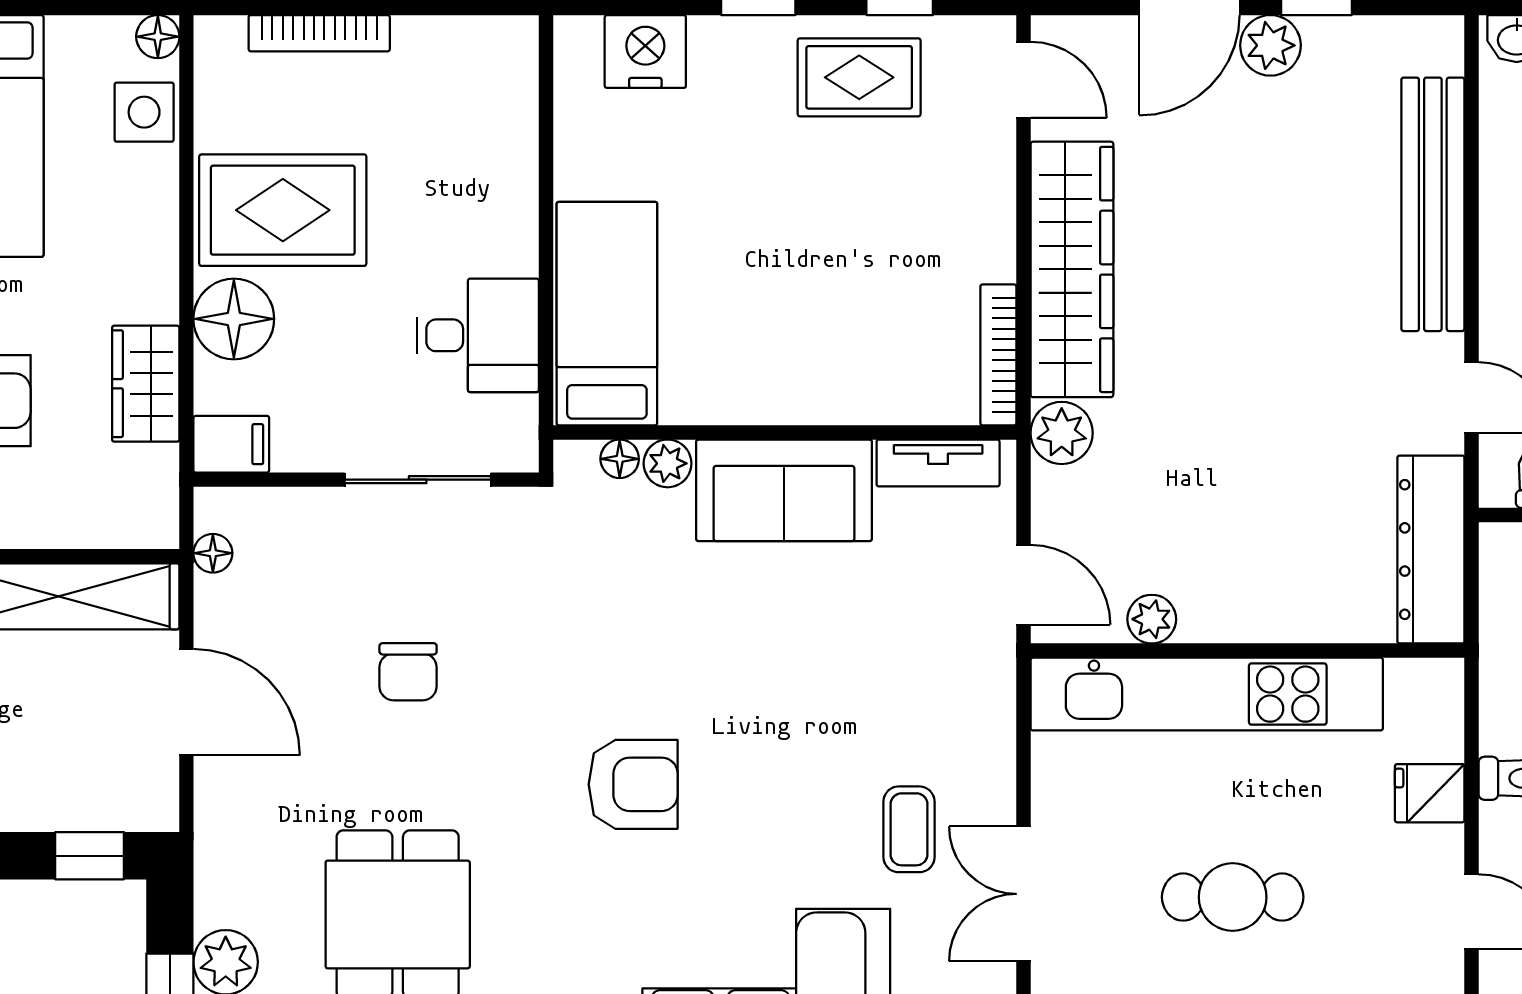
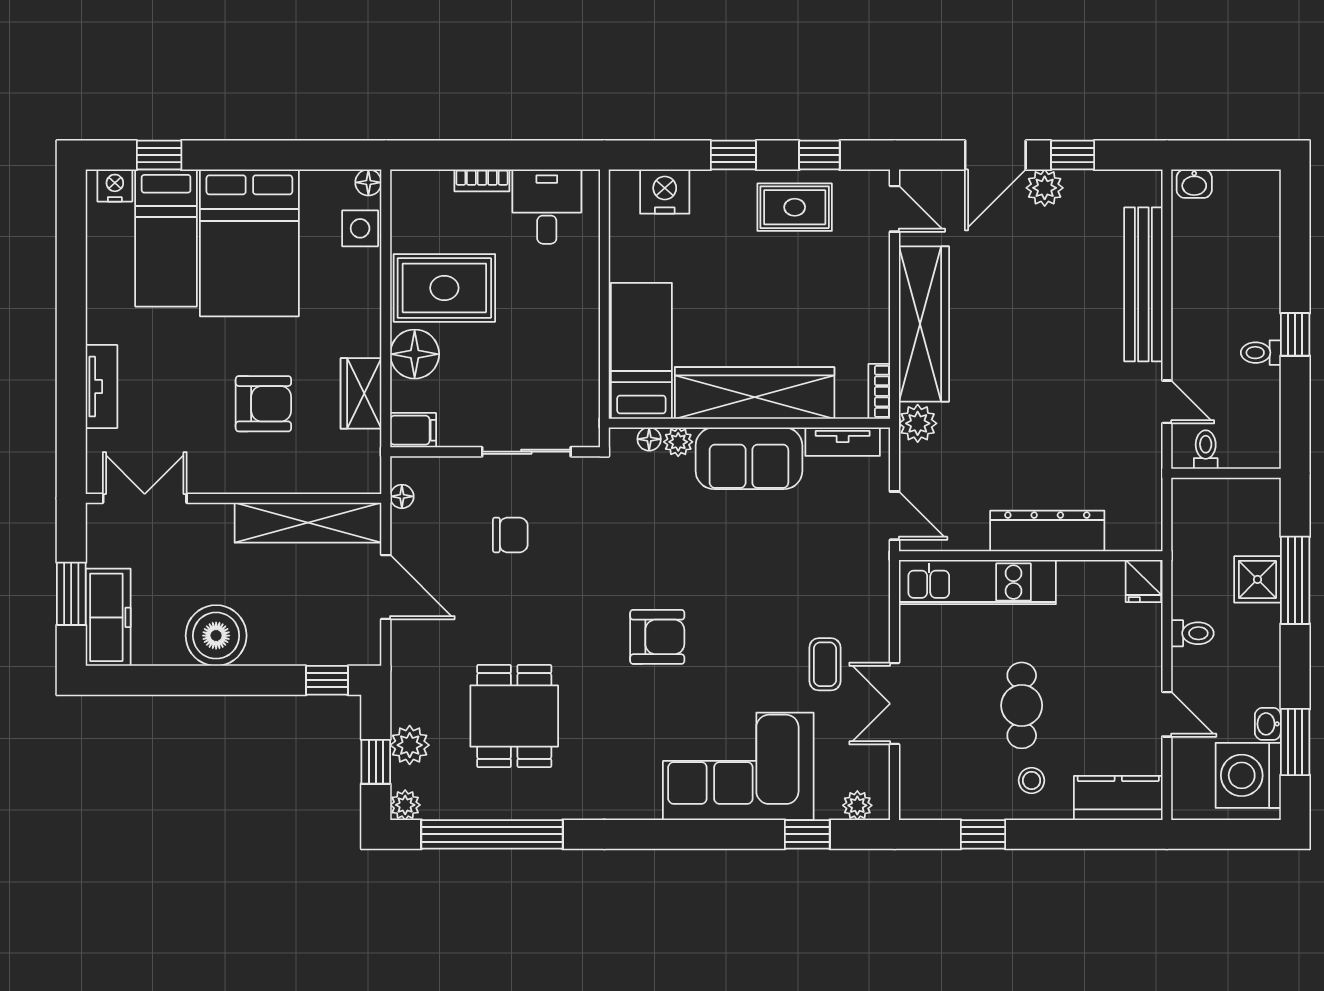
bookcase: (319, 33) -> (482, 180), width x0.64
desk: (478, 335) -> (547, 207), moved, turned -90
bookcase: (998, 355) -> (879, 391), width x0.64
wardrobe: (793, 383) -> (755, 393), added
dresser: (1431, 549) -> (1047, 531), moved, turned 90
plant: (1152, 619) -> (972, 537), removed
chair: (408, 672) -> (510, 535), moved, turned -90
kitchen unit: (1207, 694) -> (977, 582), width x0.73
fridge: (1430, 793) -> (1143, 581), moved, turned -90
cafe table: (1233, 897) -> (1022, 705), turned 90

